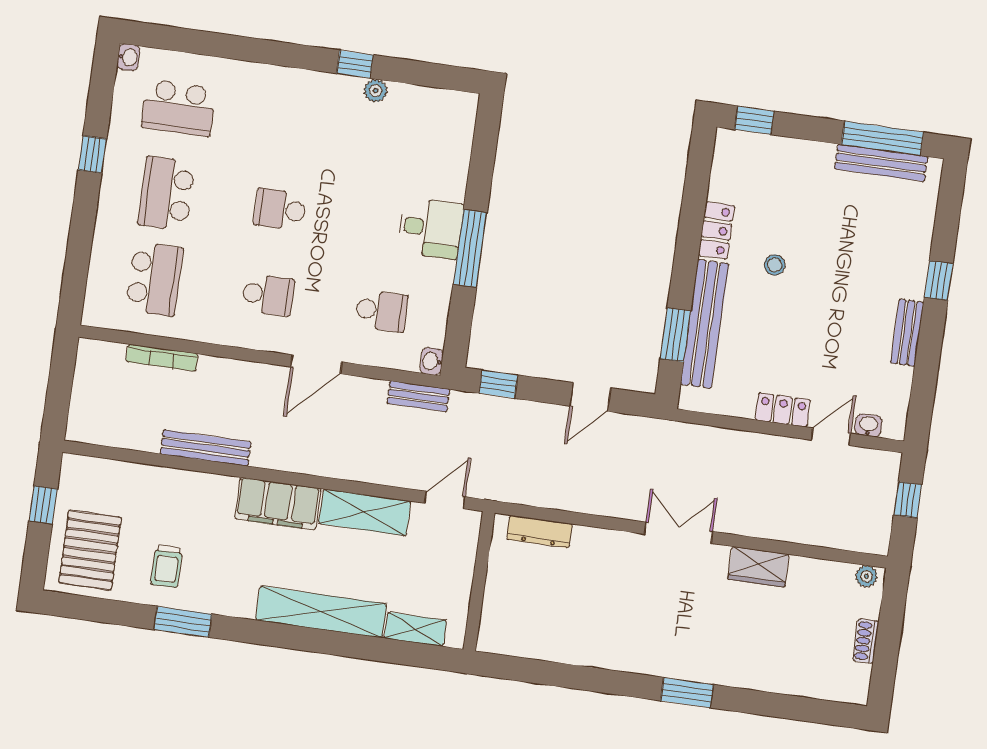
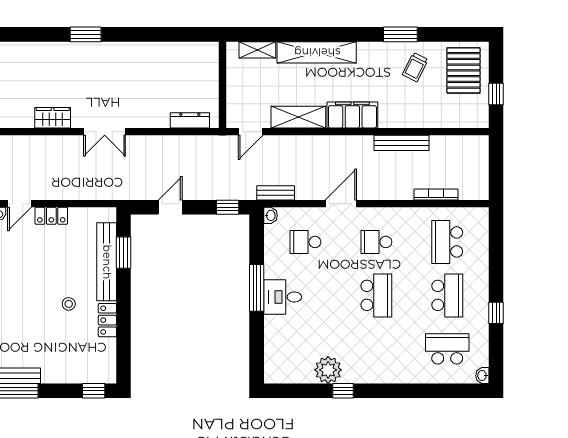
plant: (376, 91) -> (328, 370), width x1.87, depth x1.87
school desk: (280, 209) -> (376, 295), width x1.85
trolley: (167, 566) -> (415, 67), turned -153

